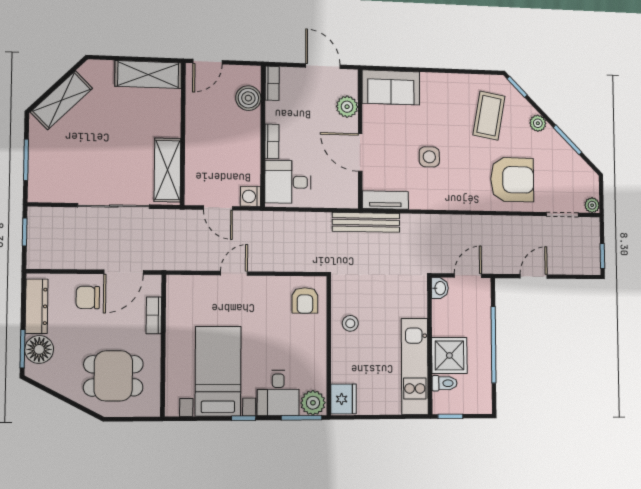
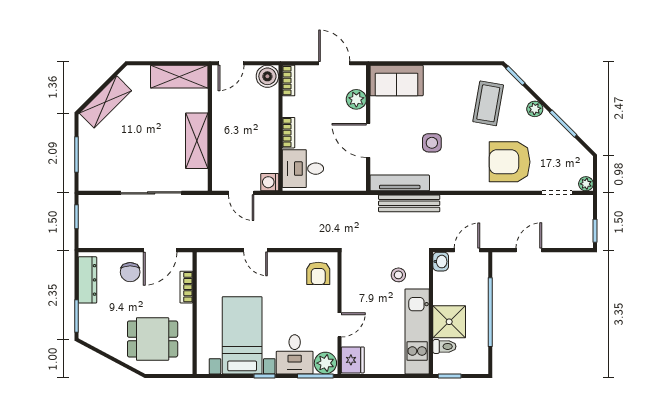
boiler: (248, 98) -> (267, 76), moved
shelving: (167, 170) -> (197, 141), moved
armchair: (512, 180) -> (510, 162), turned 180
tv unit: (385, 200) -> (400, 183), width x1.41
bench: (366, 222) -> (409, 203), moved
door: (234, 273) -> (255, 250), swing flipped
chair: (88, 297) -> (130, 272), turned -90
stool: (350, 323) -> (398, 275), moved
floor lamp: (39, 349) -> (90, 317), removed
door: (329, 359) -> (340, 325), added

